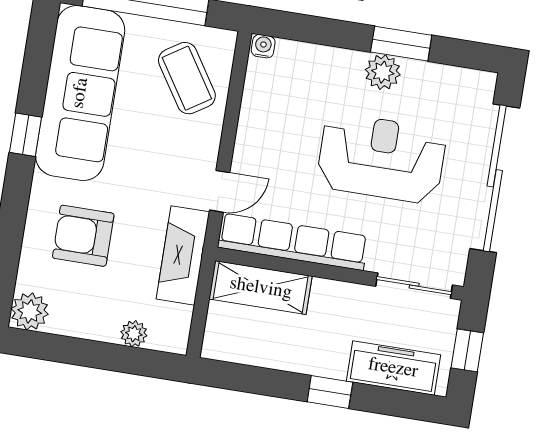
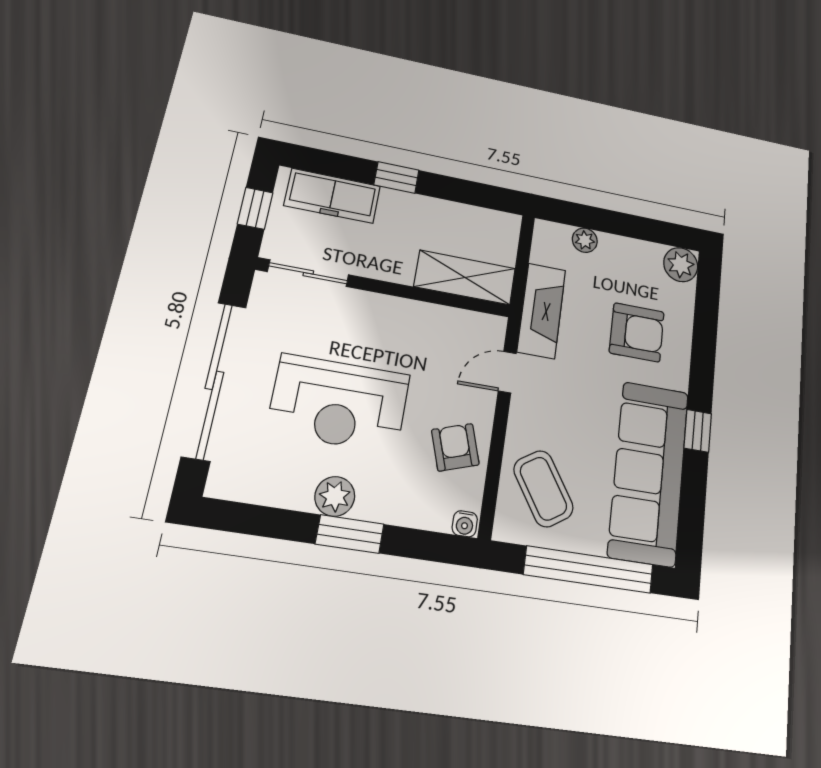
window: (401, 44) -> (350, 534), moved
armchair: (271, 117) -> (455, 447), added
row of seats: (293, 242) -> (433, 320), removed

